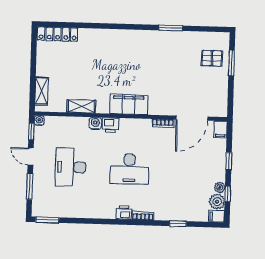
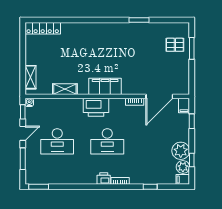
water cooler: (95, 123) -> (77, 103), removed
printer: (110, 125) -> (96, 107), width x1.87, depth x1.48
door: (31, 157) -> (23, 133), swing flipped
window: (229, 161) -> (192, 121), moved
desk: (71, 167) -> (57, 141), turned -90
plant: (220, 187) -> (181, 151), width x1.88, depth x1.88

